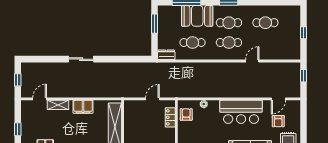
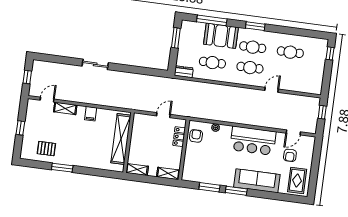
window: (303, 33) -> (330, 53), moved
filing cabinet: (83, 107) -> (91, 114), width x0.50

